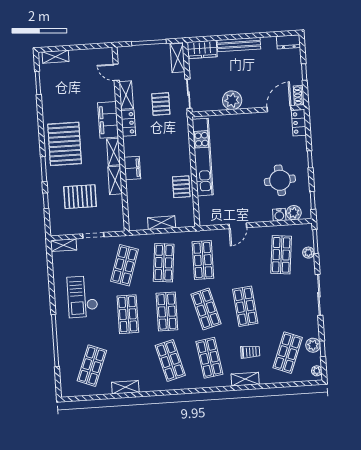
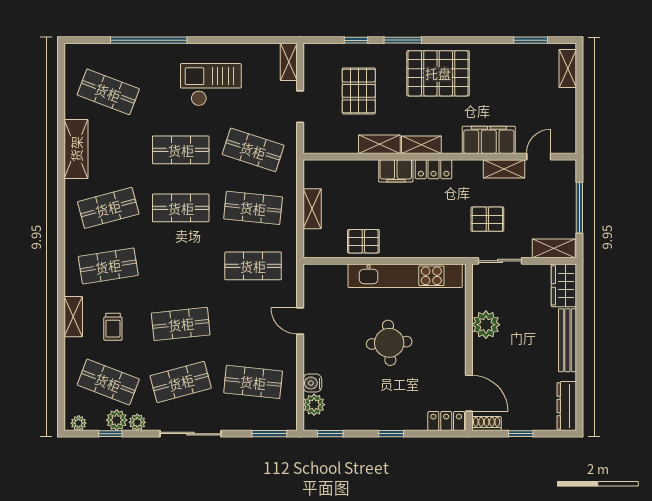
dresser: (288, 42) -> (567, 406), width x1.44
filing cabinet: (108, 120) -> (489, 140), moved
locker: (128, 123) -> (434, 169), moved
round table: (280, 180) -> (389, 343), moved
plant: (308, 253) -> (137, 422), moved
shop shelf: (206, 309) -> (181, 382), moved
shelving: (125, 387) -> (76, 149), width x1.50, depth x1.33

